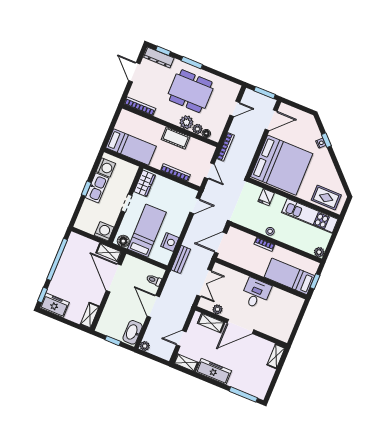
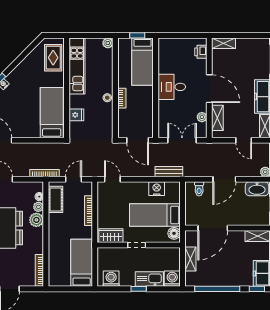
cot: (176, 138) -> (56, 199), moved
bed: (282, 165) -> (52, 113), width x0.49
kitchen sink: (97, 188) -> (149, 279), moved
washing machine: (104, 231) -> (172, 279), moved, turned 90
shelving: (109, 252) -> (190, 259), moved
printer: (277, 333) -> (201, 52), added

